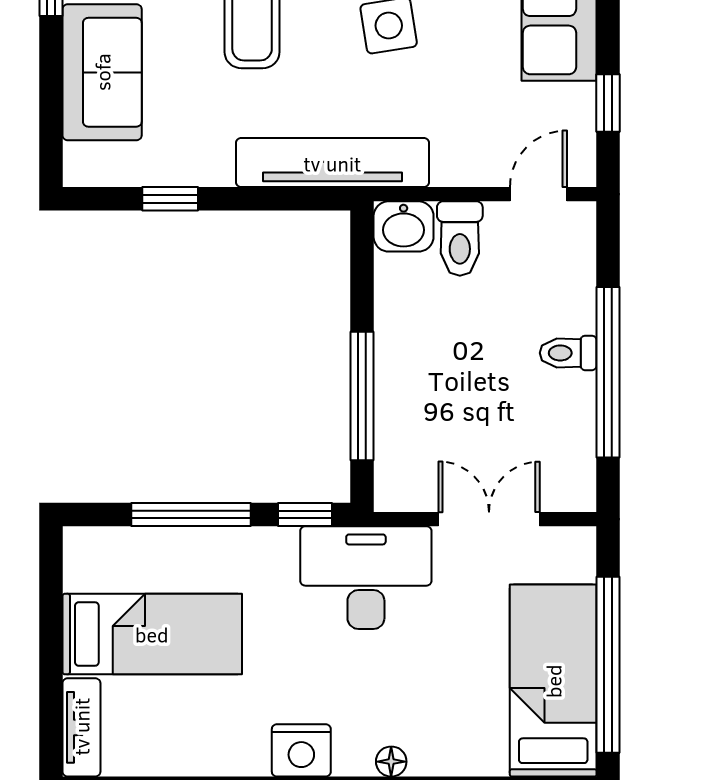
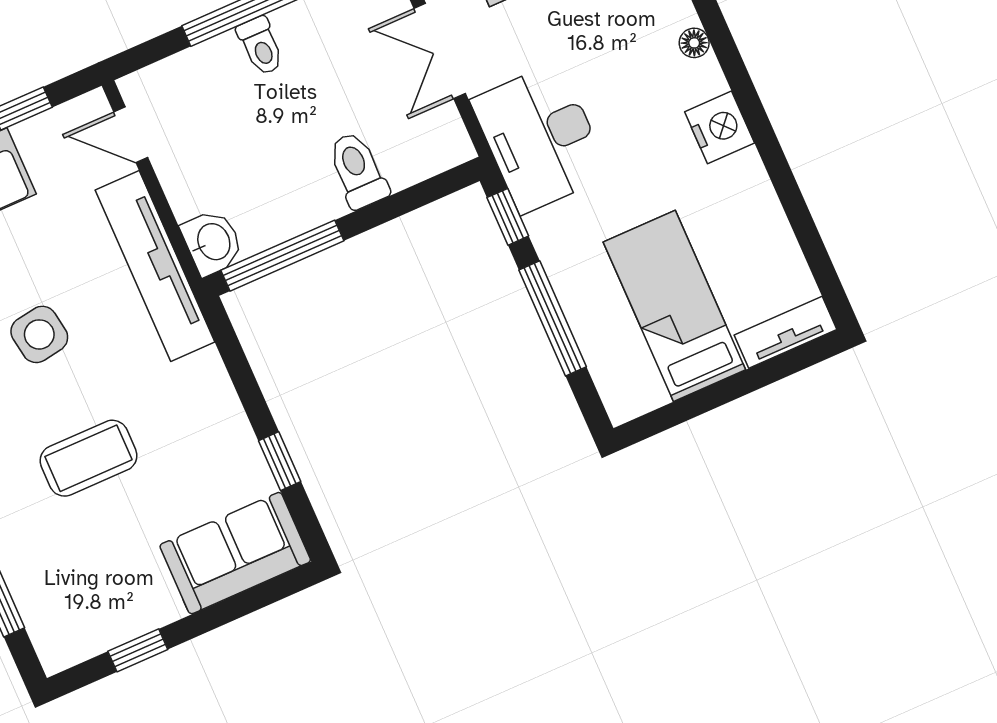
sofa: (102, 72) -> (235, 553), moved
tv unit: (332, 163) -> (155, 266), moved
toilet: (460, 238) -> (358, 170), moved, turned -90
window: (362, 396) -> (282, 256), moved

